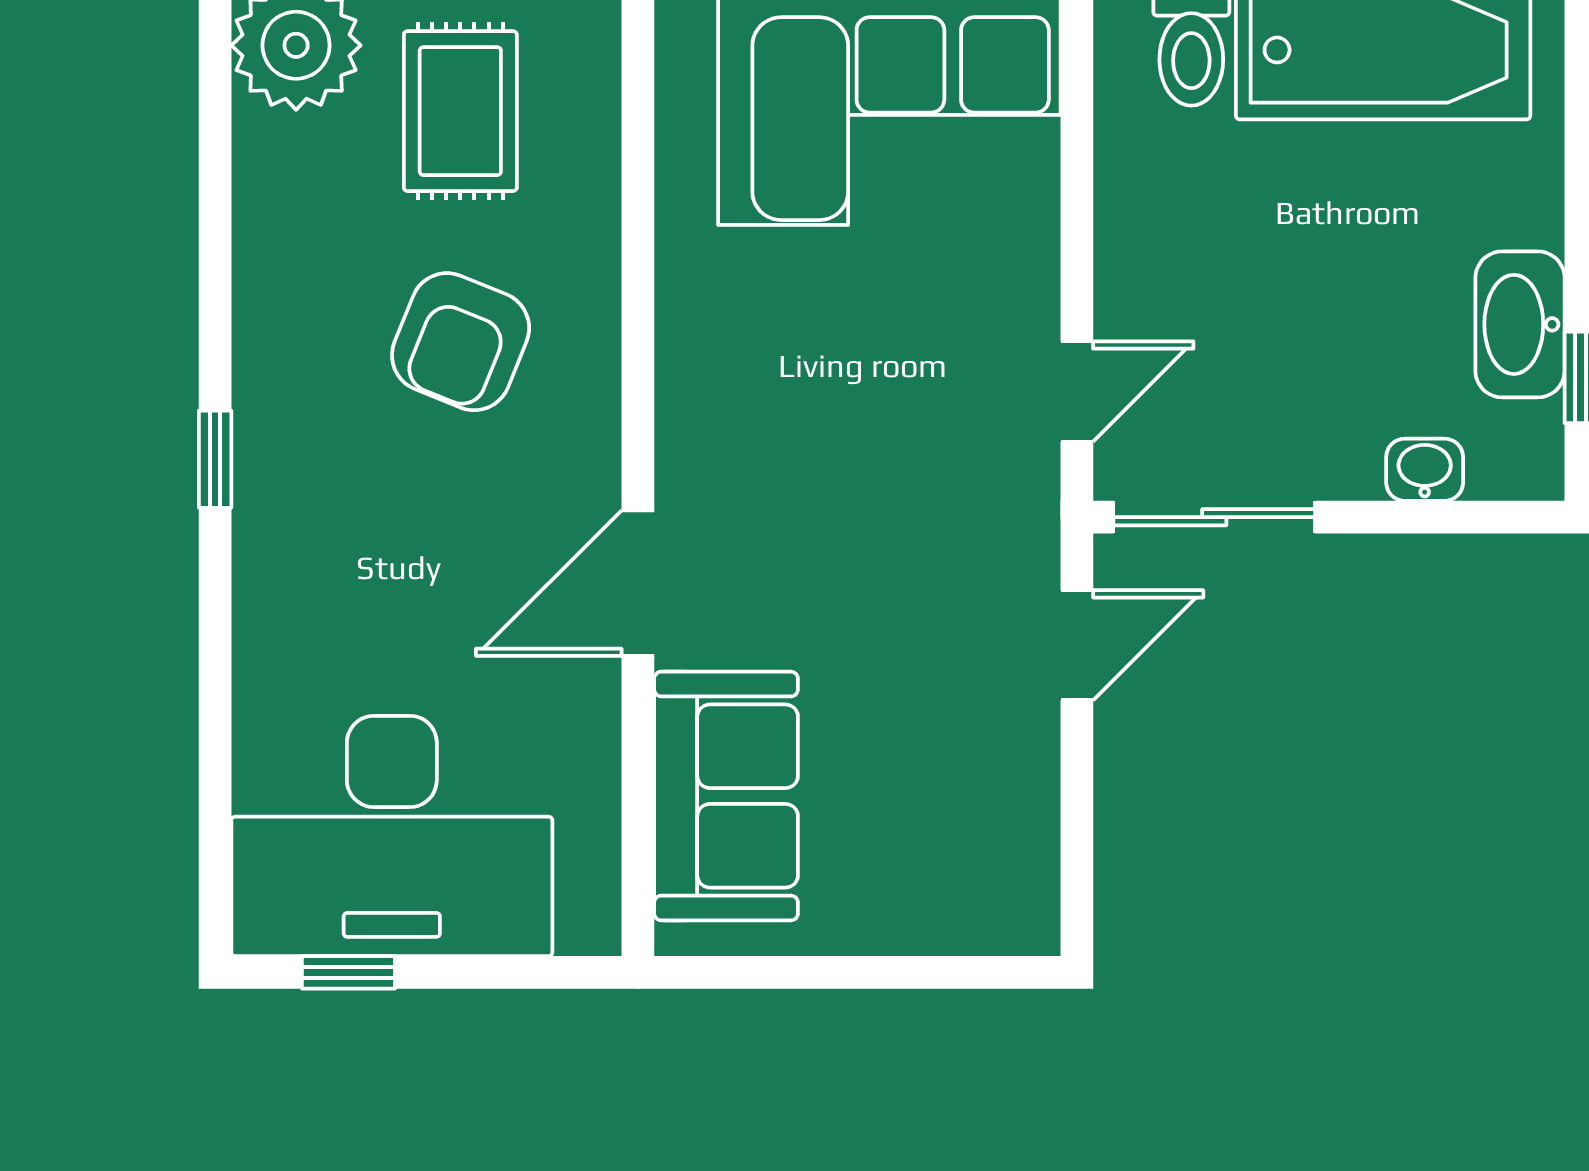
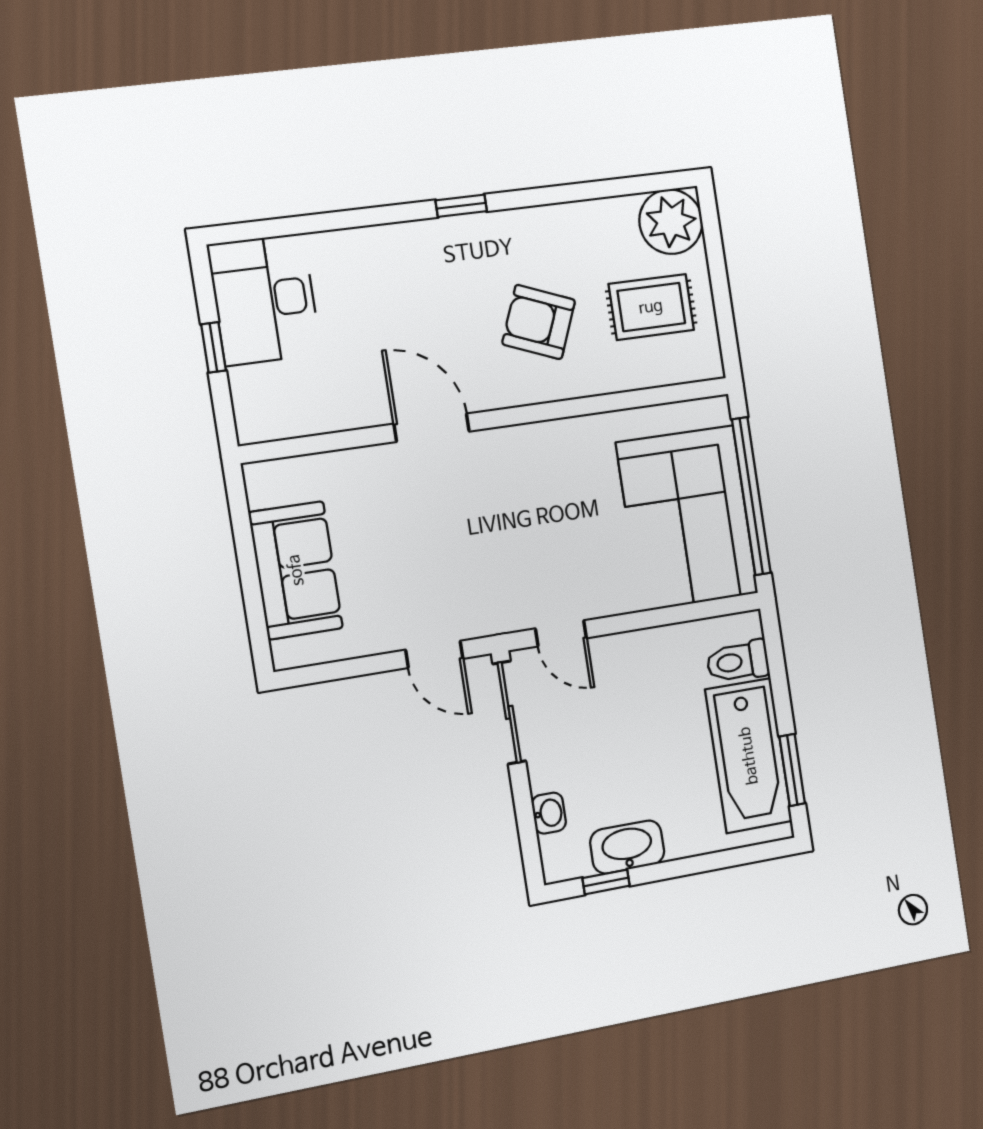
sofa: (726, 796) -> (296, 570), moved, turned -90
desk: (392, 836) -> (264, 299), width x0.73, depth x0.77
window: (348, 972) -> (213, 347), moved

